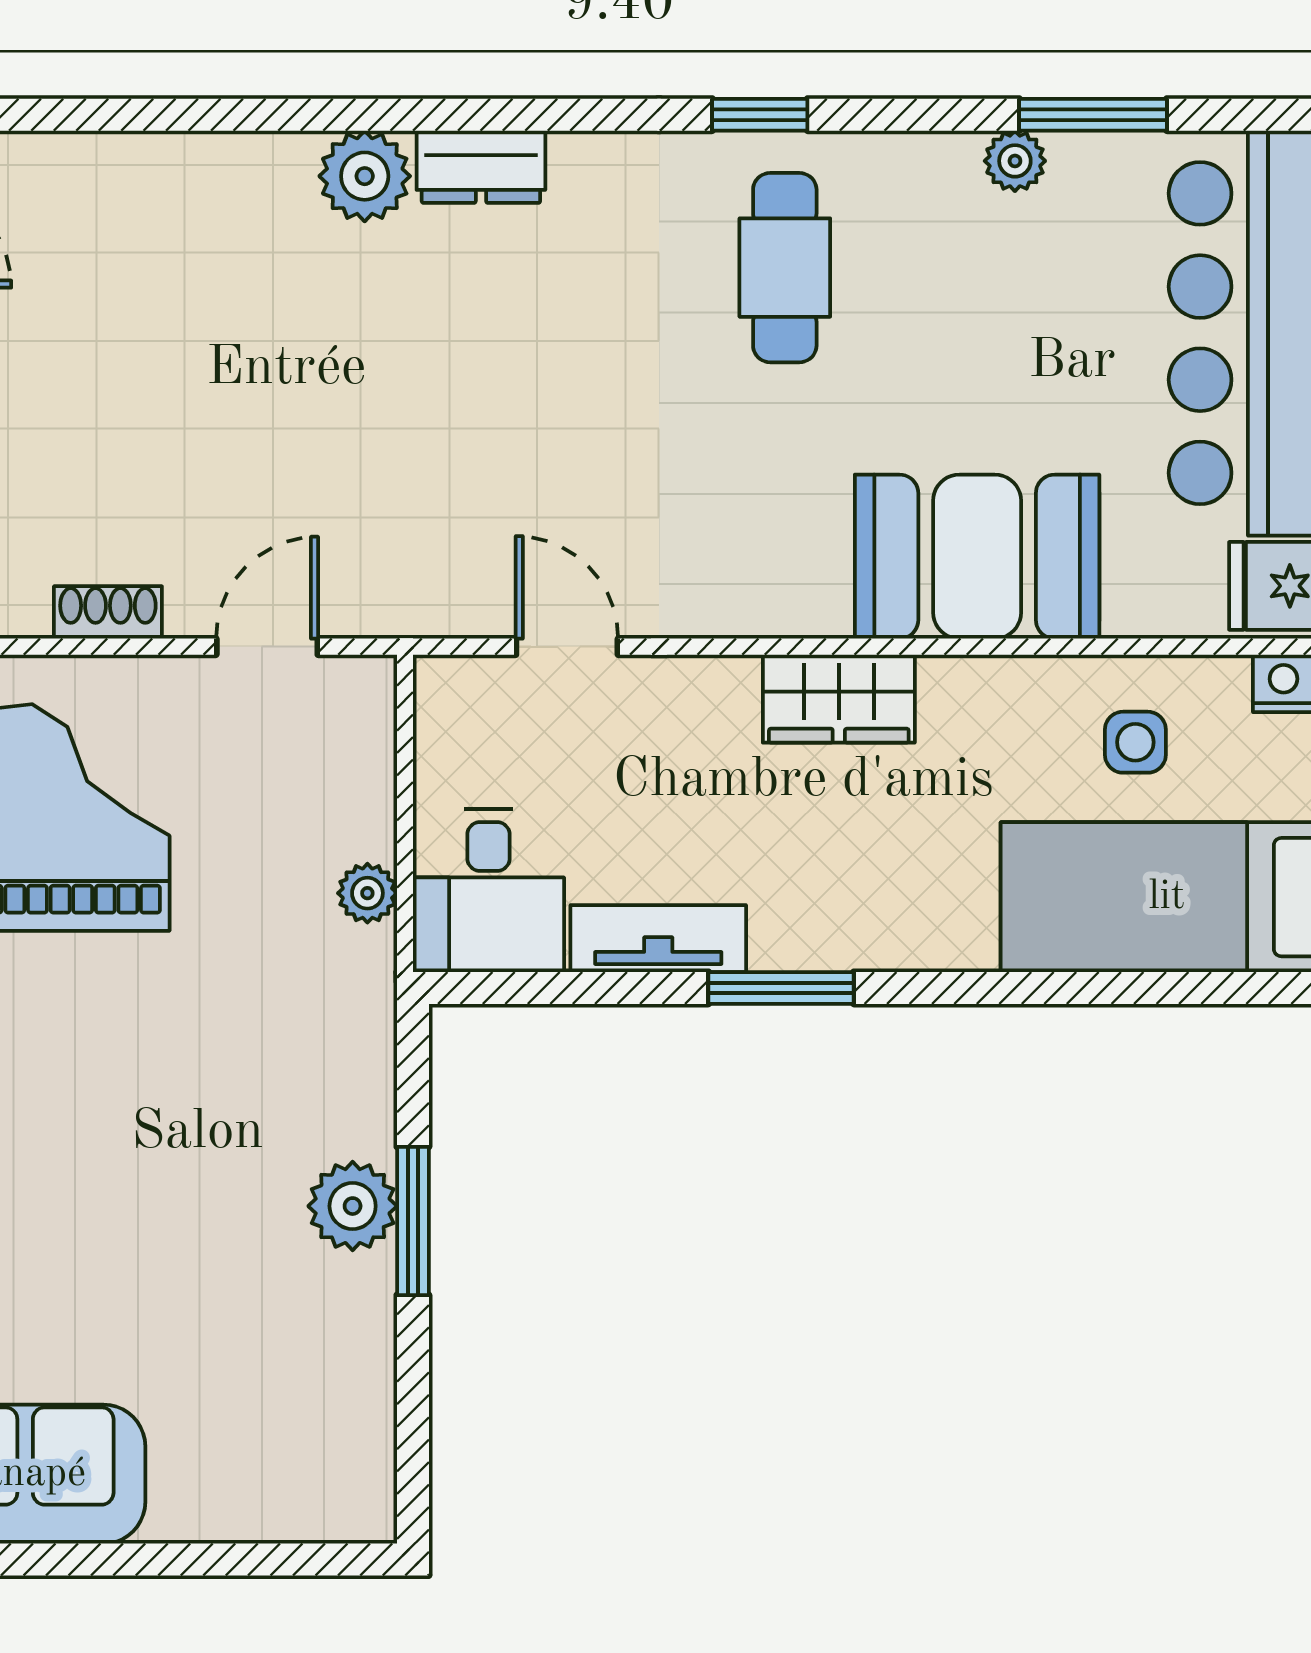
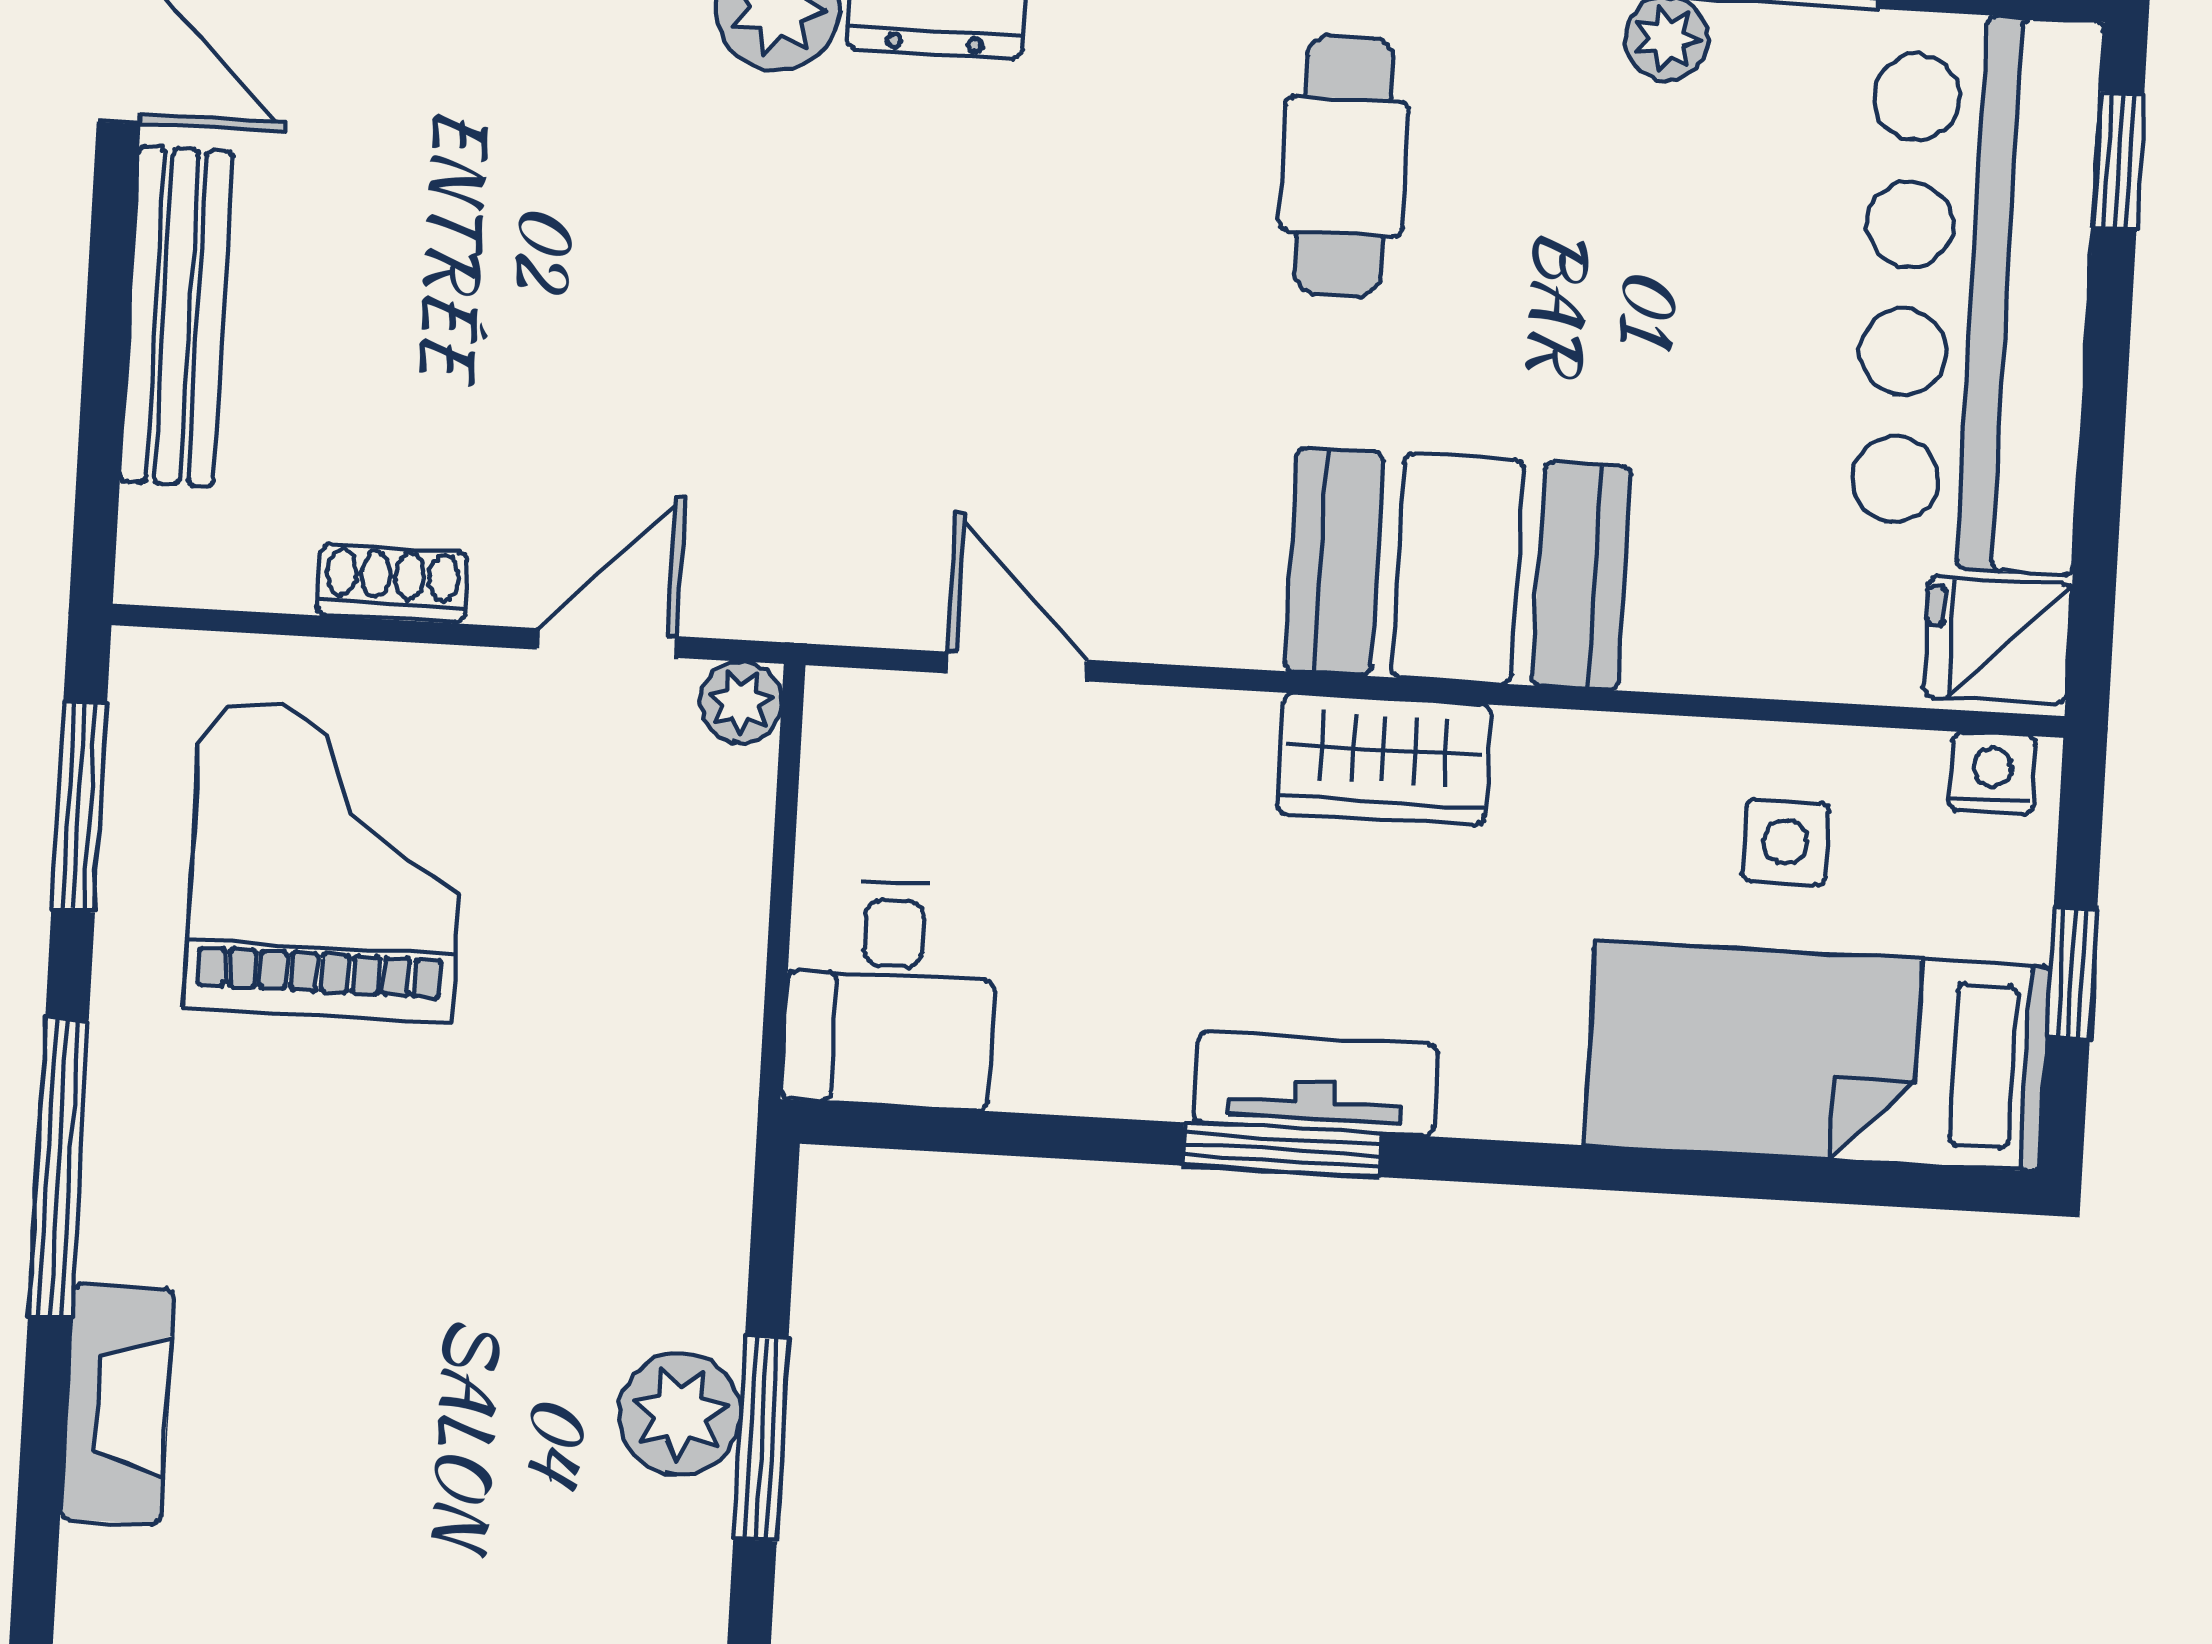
booth: (977, 557) -> (1458, 569), moved
plant: (367, 893) -> (741, 702), moved
tv unit: (658, 939) -> (1316, 1084), moved

